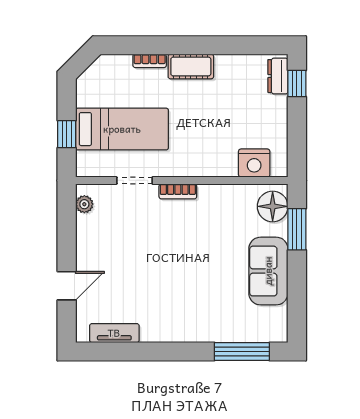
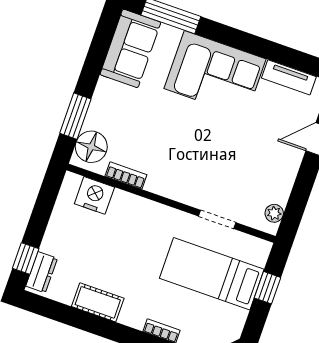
cot: (191, 67) -> (98, 302), moved
bookcase: (178, 191) -> (126, 175), moved
sofa: (268, 271) -> (130, 48), moved
corner sofa: (183, 313) -> (215, 74), added

